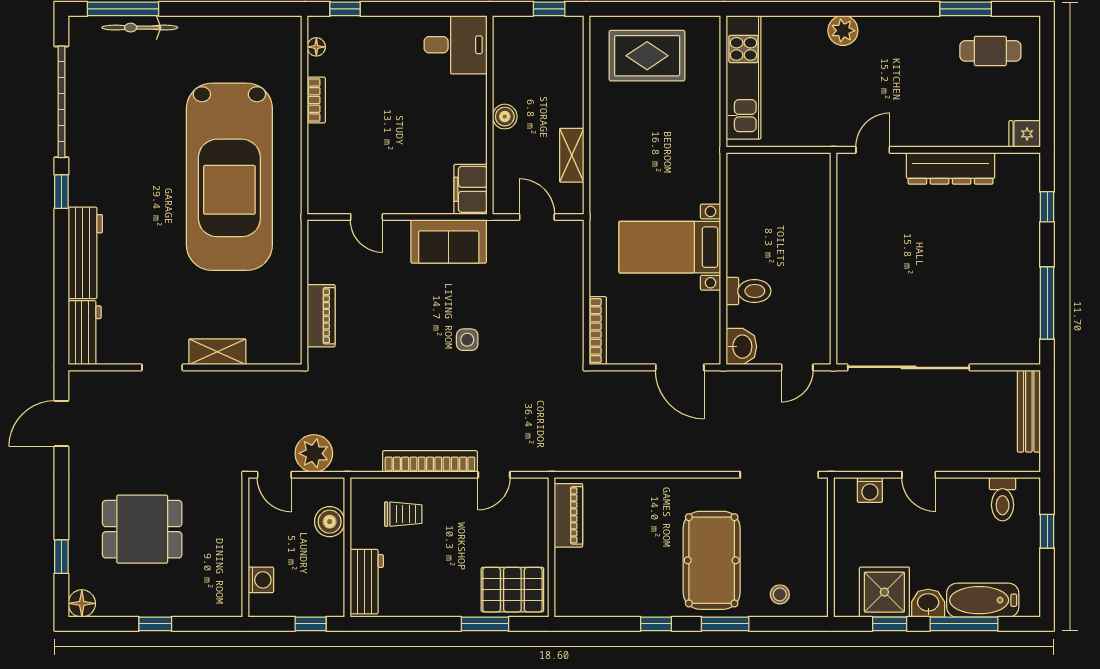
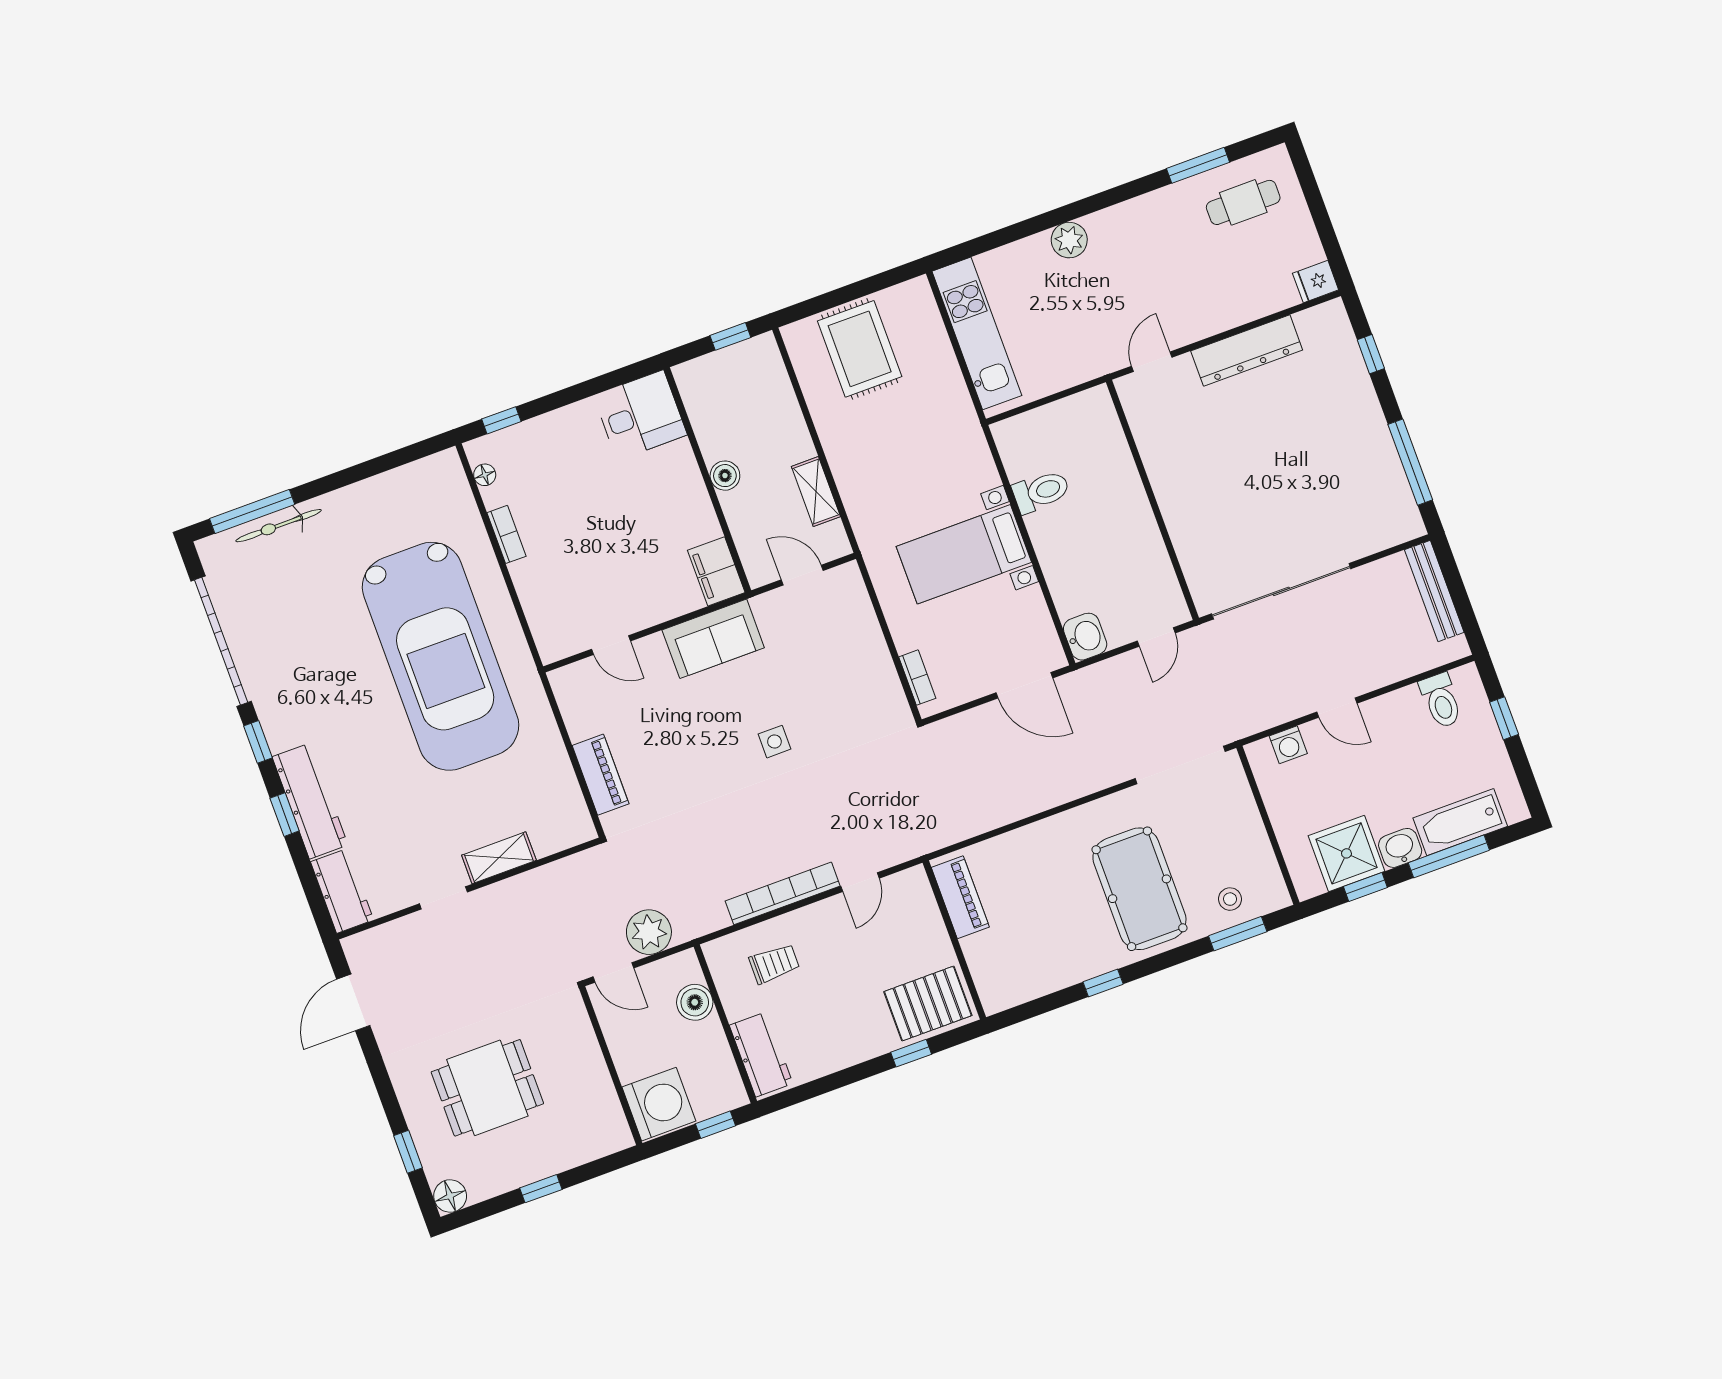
rug: (647, 56) -> (860, 349), turned 90
window: (61, 256) -> (285, 815), added
toilet: (749, 291) -> (1041, 491), moved
bookcase: (598, 331) -> (917, 678), width x0.64
washing machine: (261, 580) -> (659, 1104), width x1.89, depth x1.89
window: (485, 624) -> (911, 1053), width x0.67
window: (725, 624) -> (1238, 934), moved

